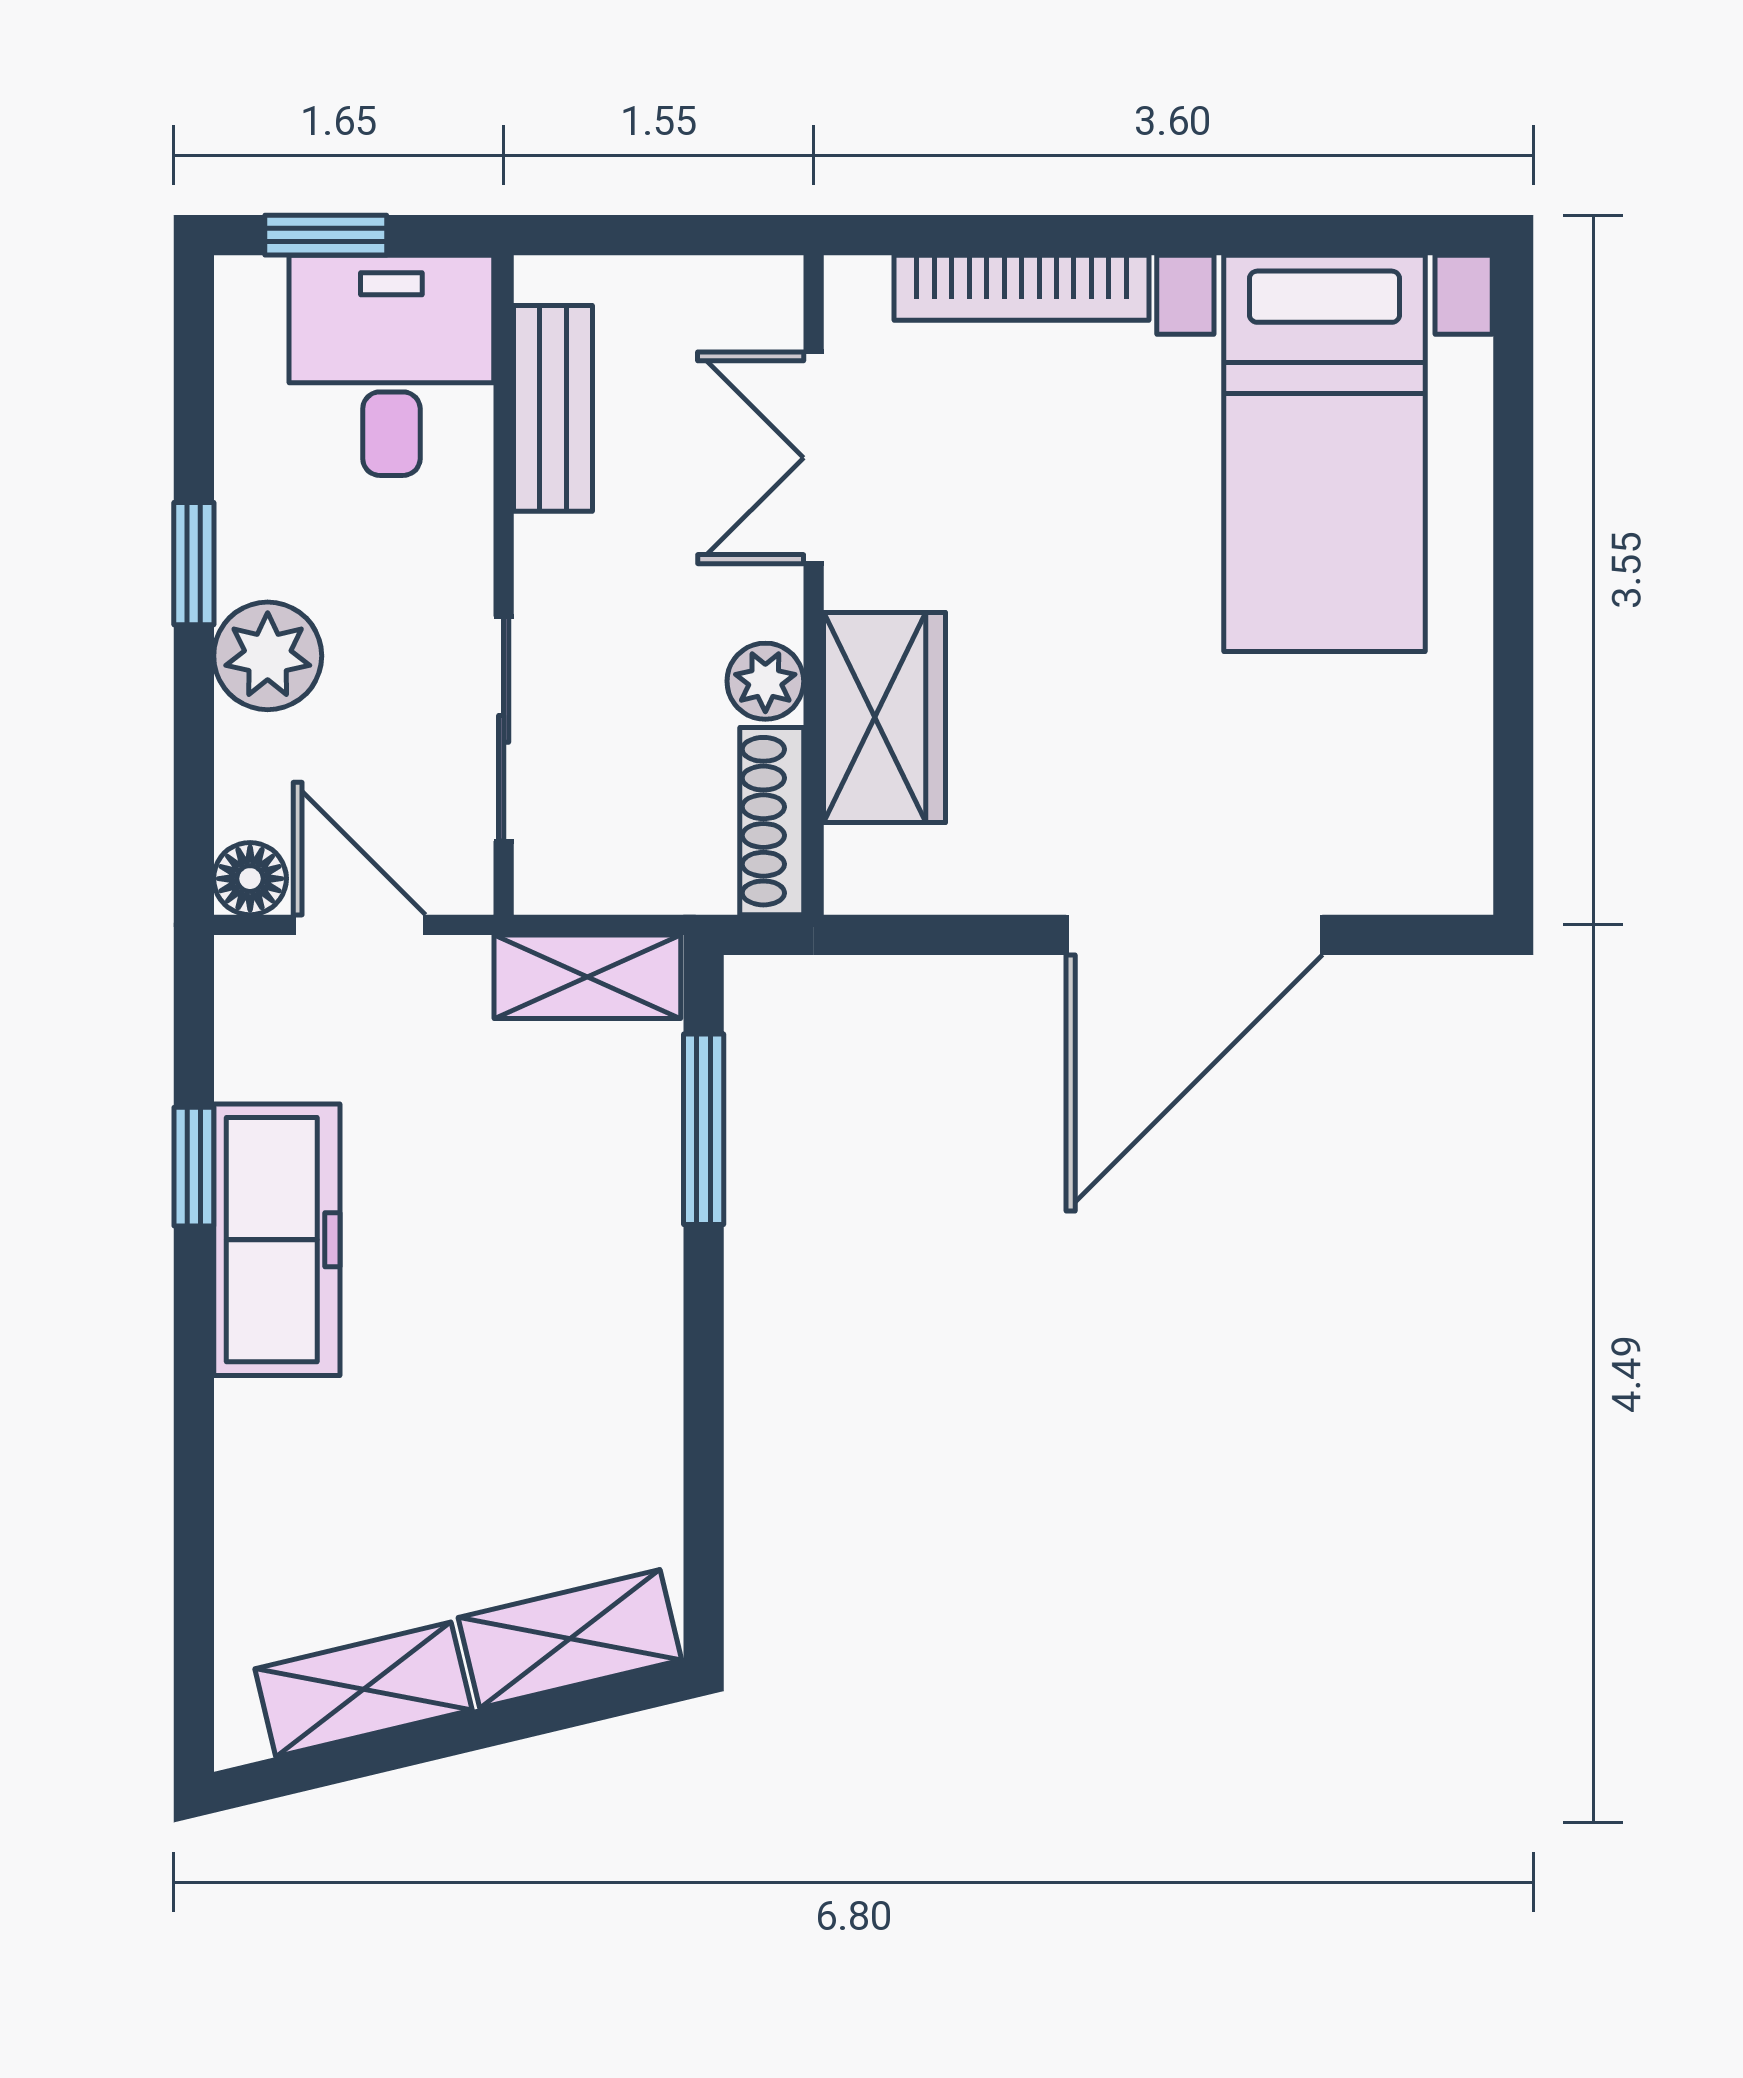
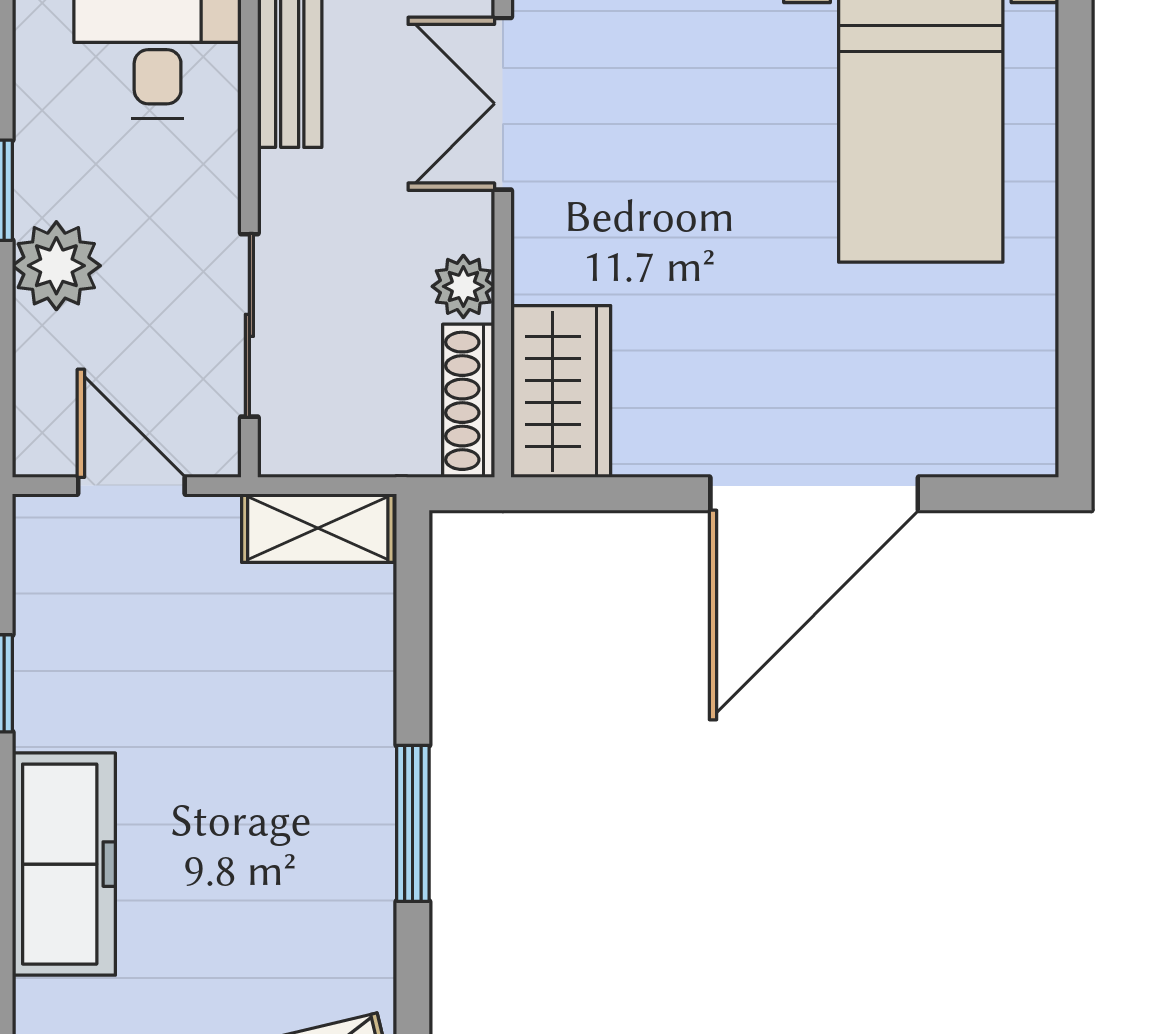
wardrobe: (884, 718) -> (561, 392), moved
floor lamp: (250, 879) -> (42, 448), removed
window: (704, 1129) -> (413, 823), moved
freezer: (277, 1240) -> (64, 864), moved

